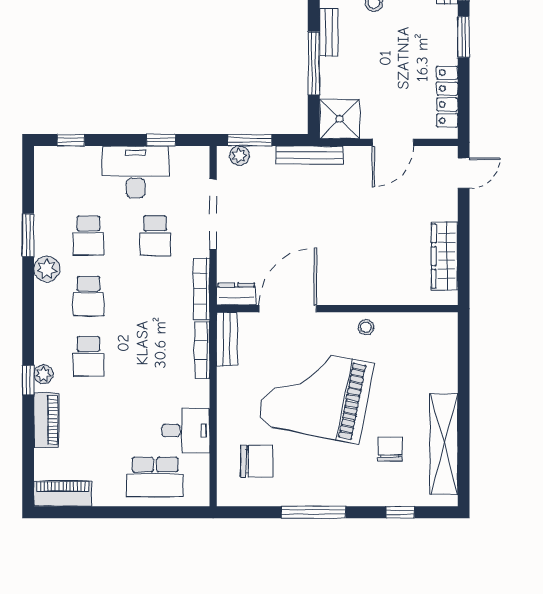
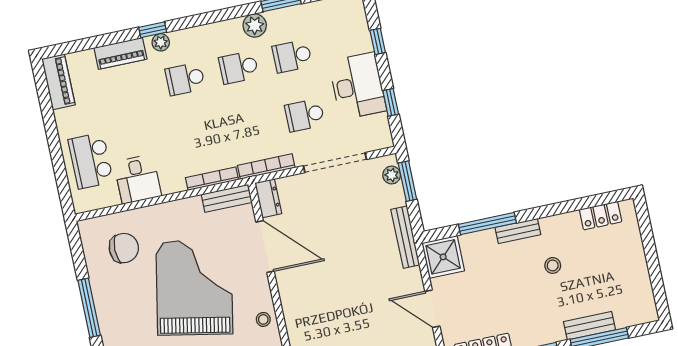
window: (71, 140) -> (378, 41), moved
chair: (257, 461) -> (124, 248), turned -90

